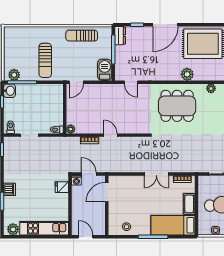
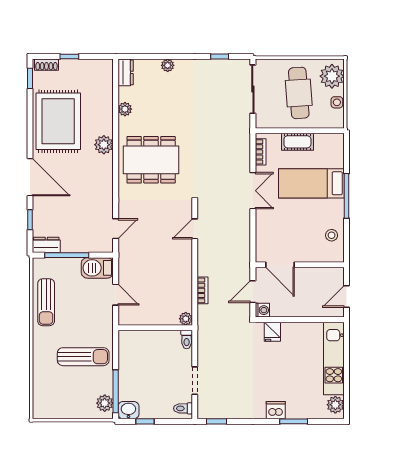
door: (76, 82) -> (116, 295), moved
dining table: (177, 106) -> (151, 160), turned 90
door: (110, 135) -> (195, 229), moved
bed: (173, 225) -> (311, 183), moved, turned 90

